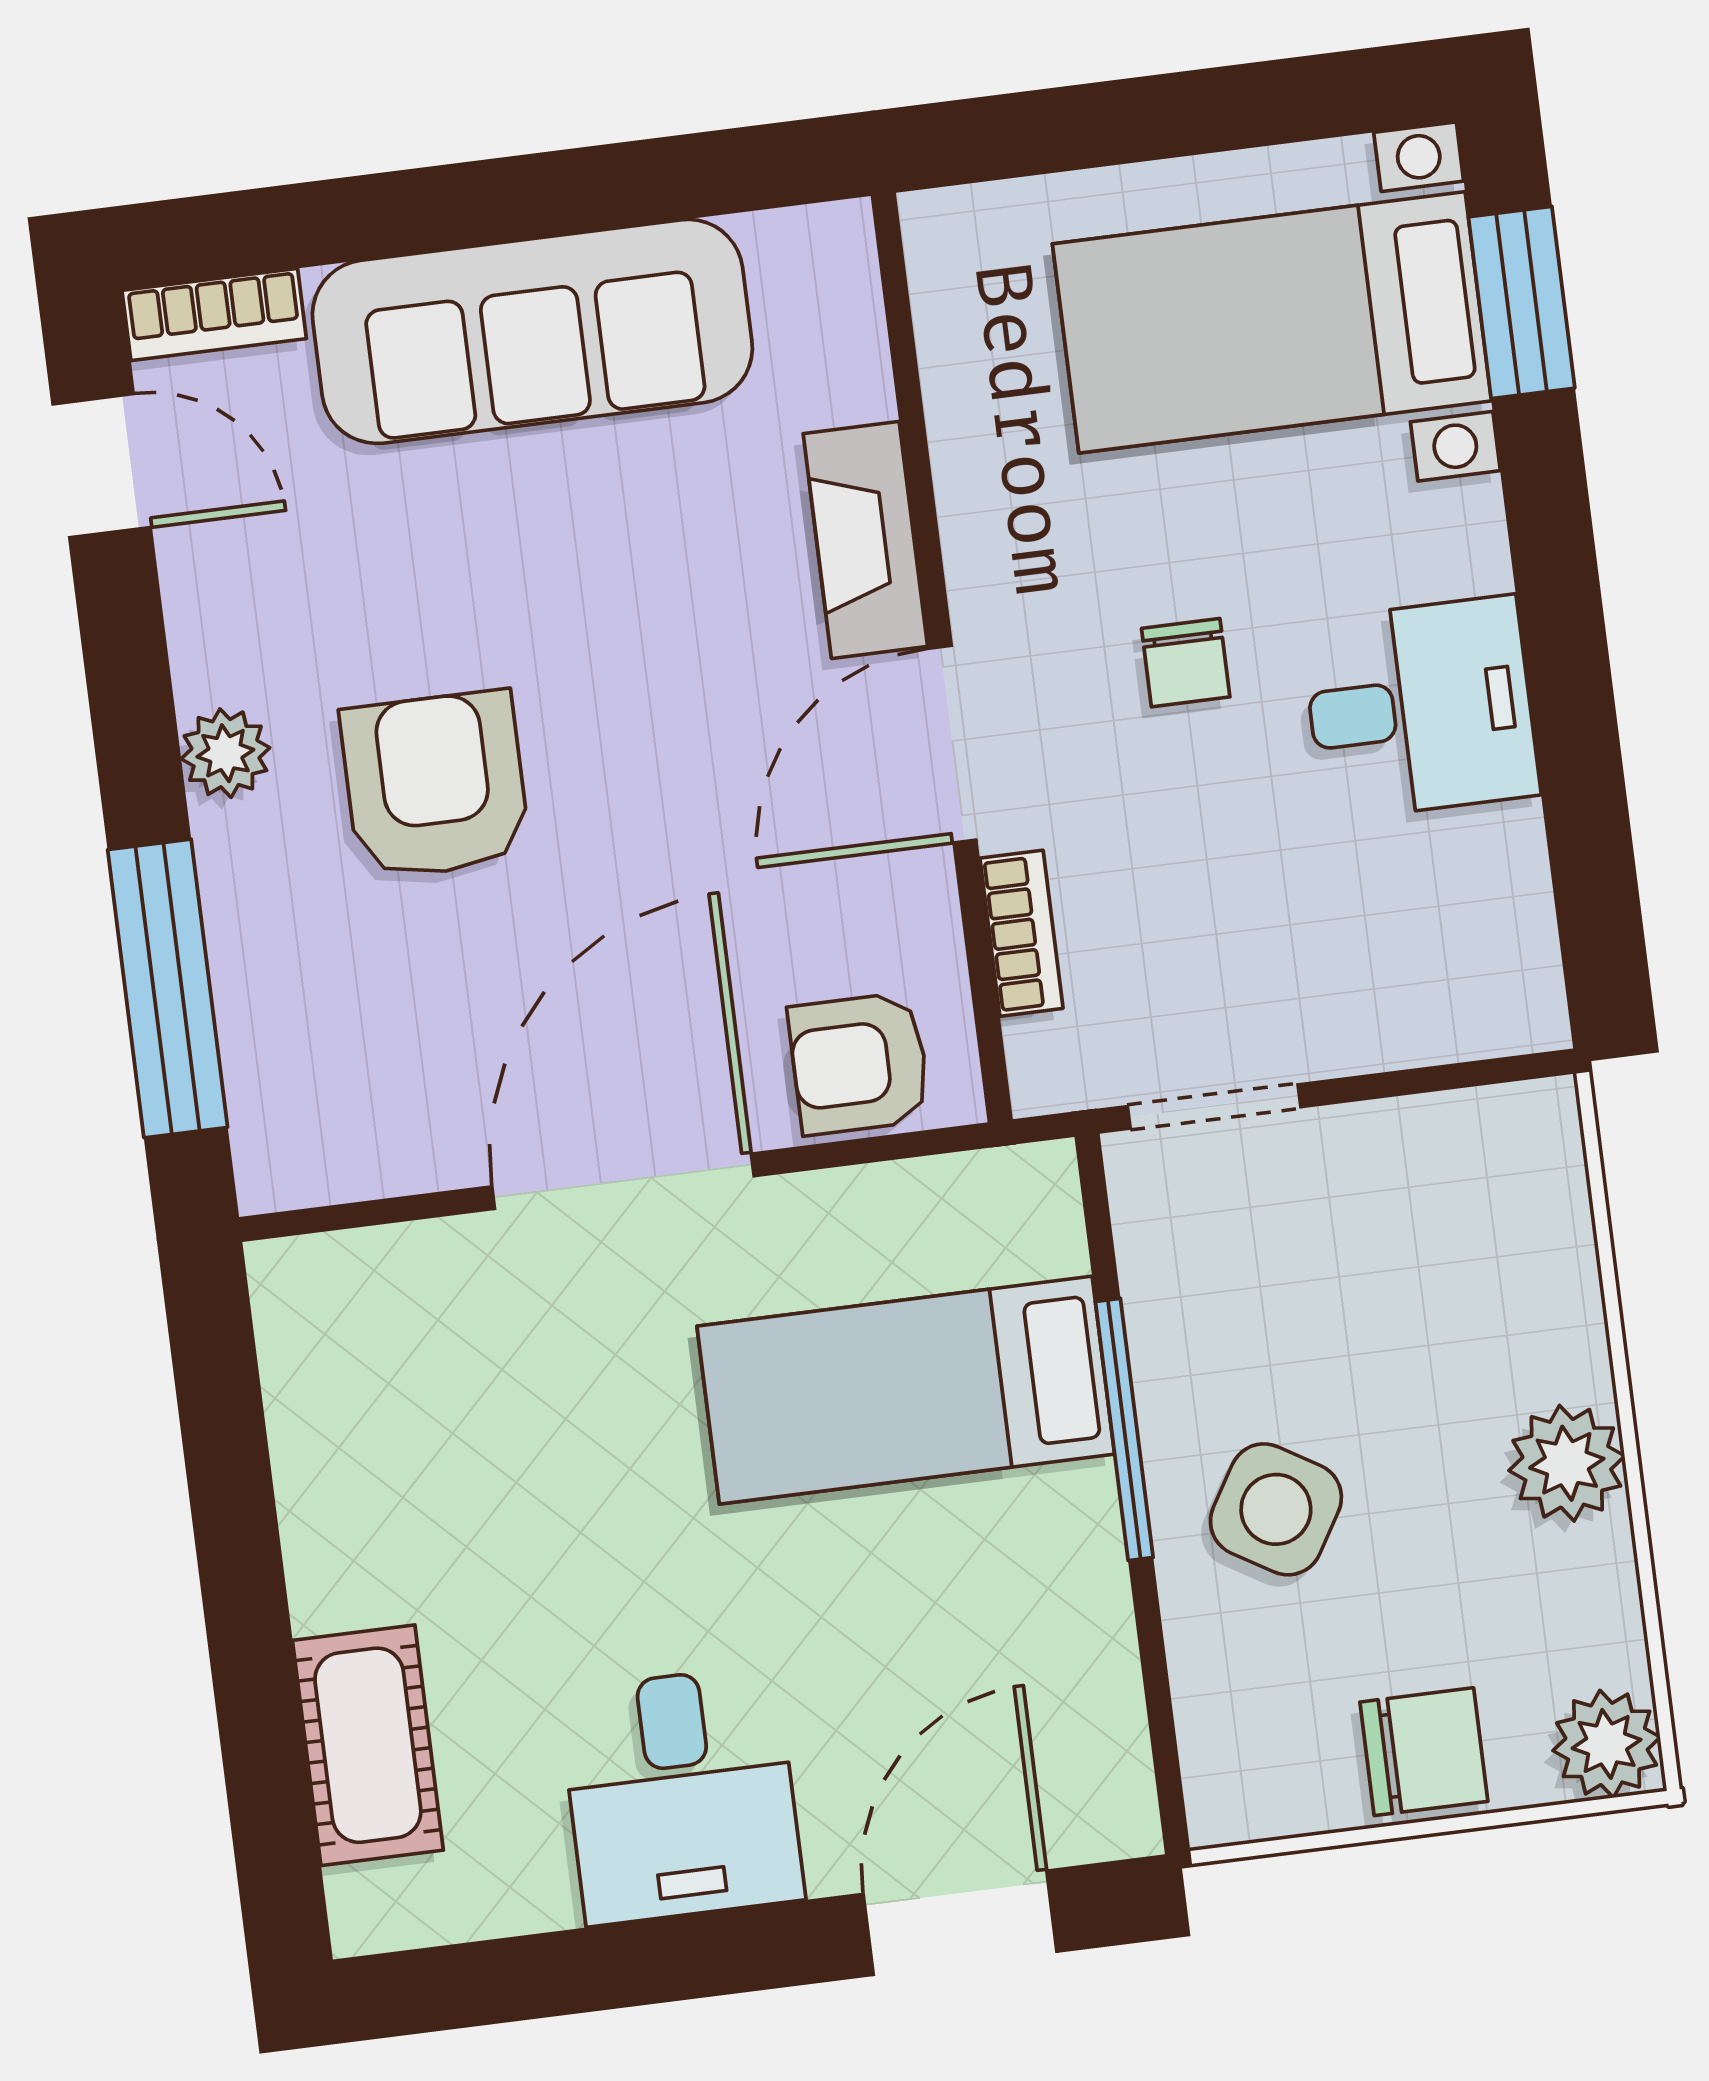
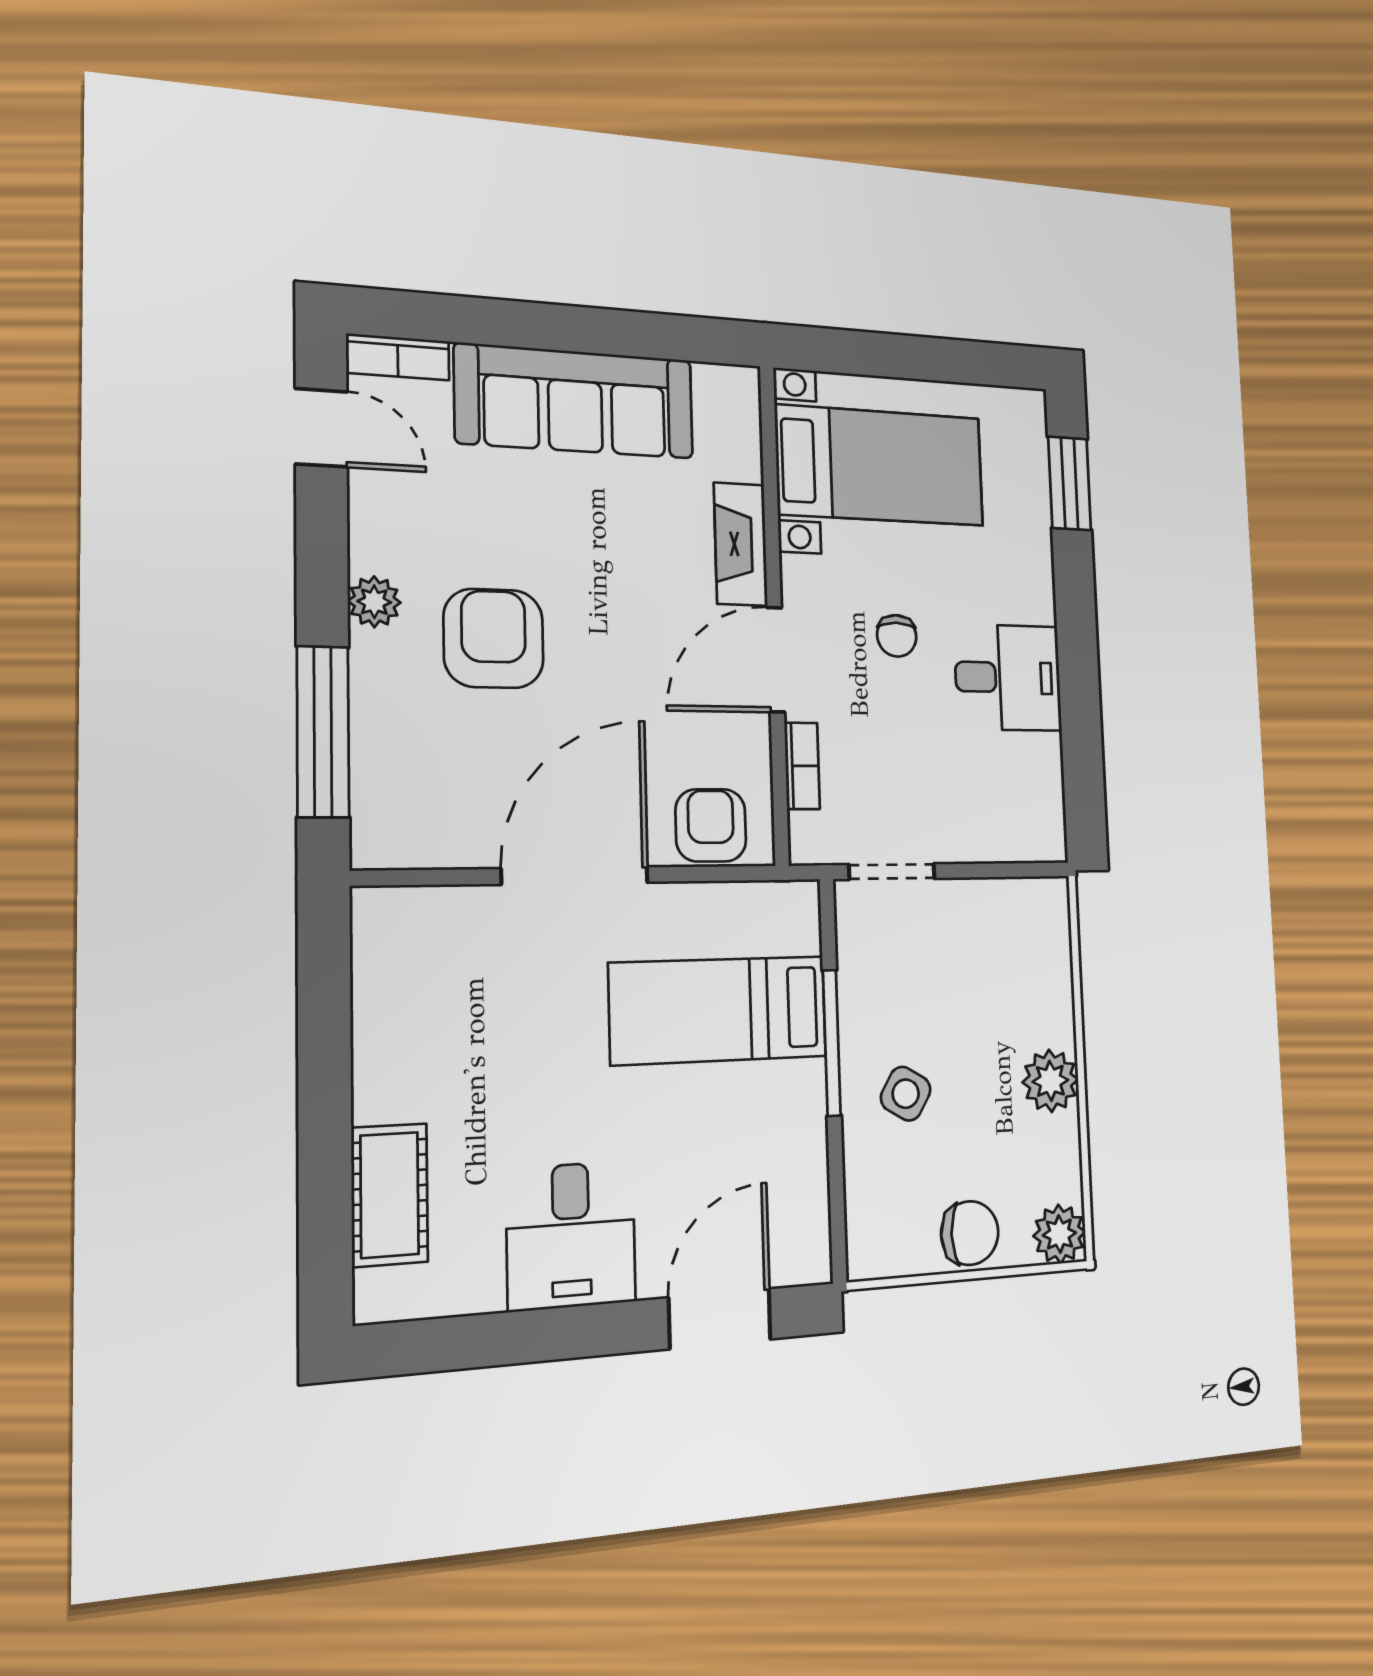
bed with nightstands: (1272, 322) -> (880, 466), moved, turned 180
armchair: (859, 1064) -> (711, 825), turned 90
side table: (1276, 1509) -> (906, 1094), width x0.73, depth x0.73

